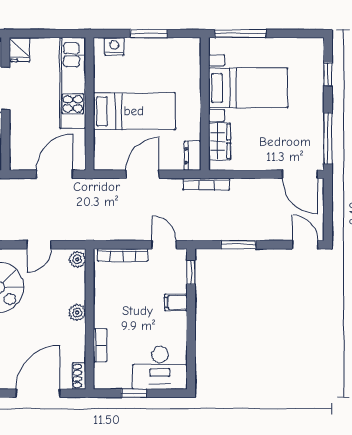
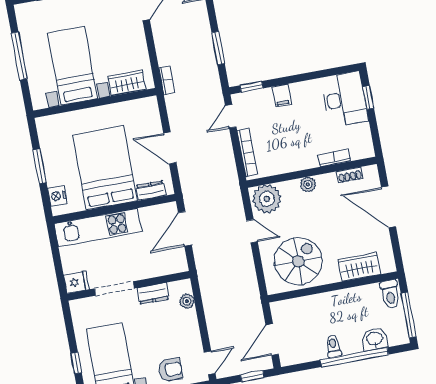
window: (240, 34) -> (19, 56), moved
bed: (134, 111) -> (105, 168), width x1.50
dresser: (193, 156) -> (151, 190), moved, turned 180
door: (55, 174) -> (185, 229), hinge flipped
bookcase: (206, 184) -> (167, 80), width x0.64
plant: (77, 259) -> (267, 199), width x1.88, depth x1.88
shoe rack: (79, 376) -> (350, 175), moved
window: (134, 393) -> (368, 97), moved

